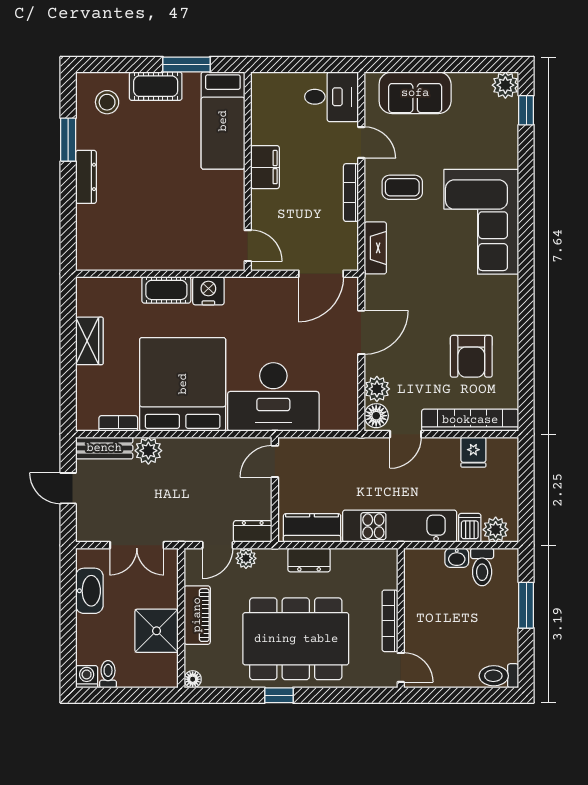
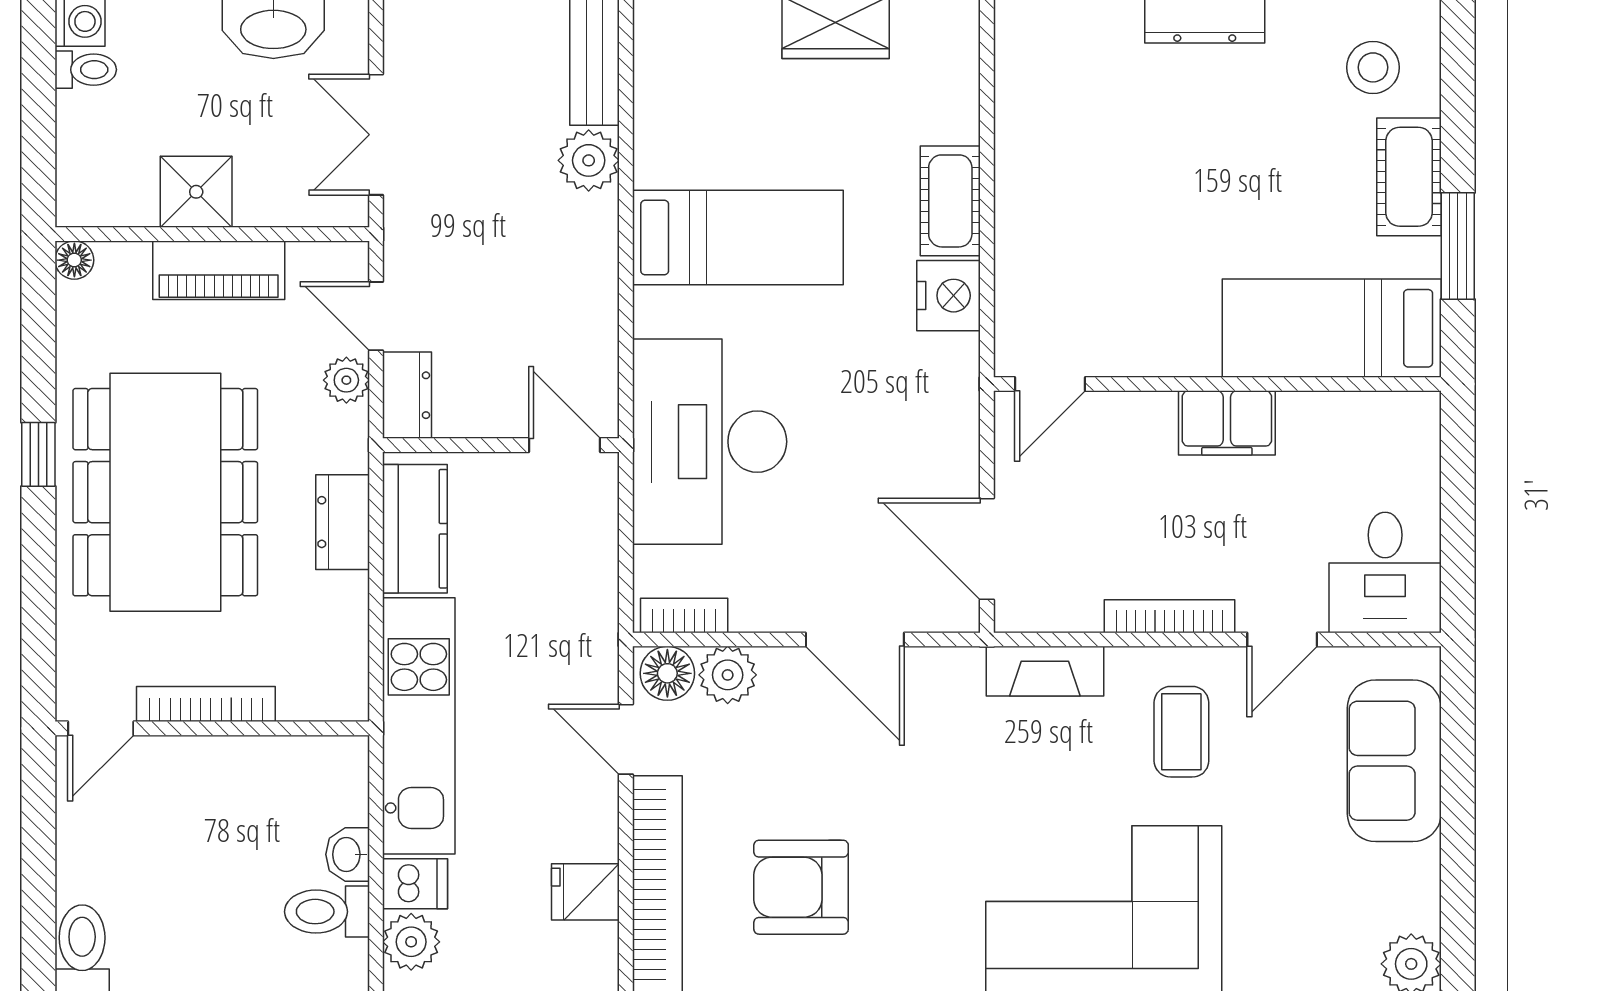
bed: (183, 384) -> (738, 237), width x0.49
bookcase: (118, 423) -> (684, 615), moved, turned -90
shower: (157, 631) -> (196, 192), width x0.73, depth x0.73

